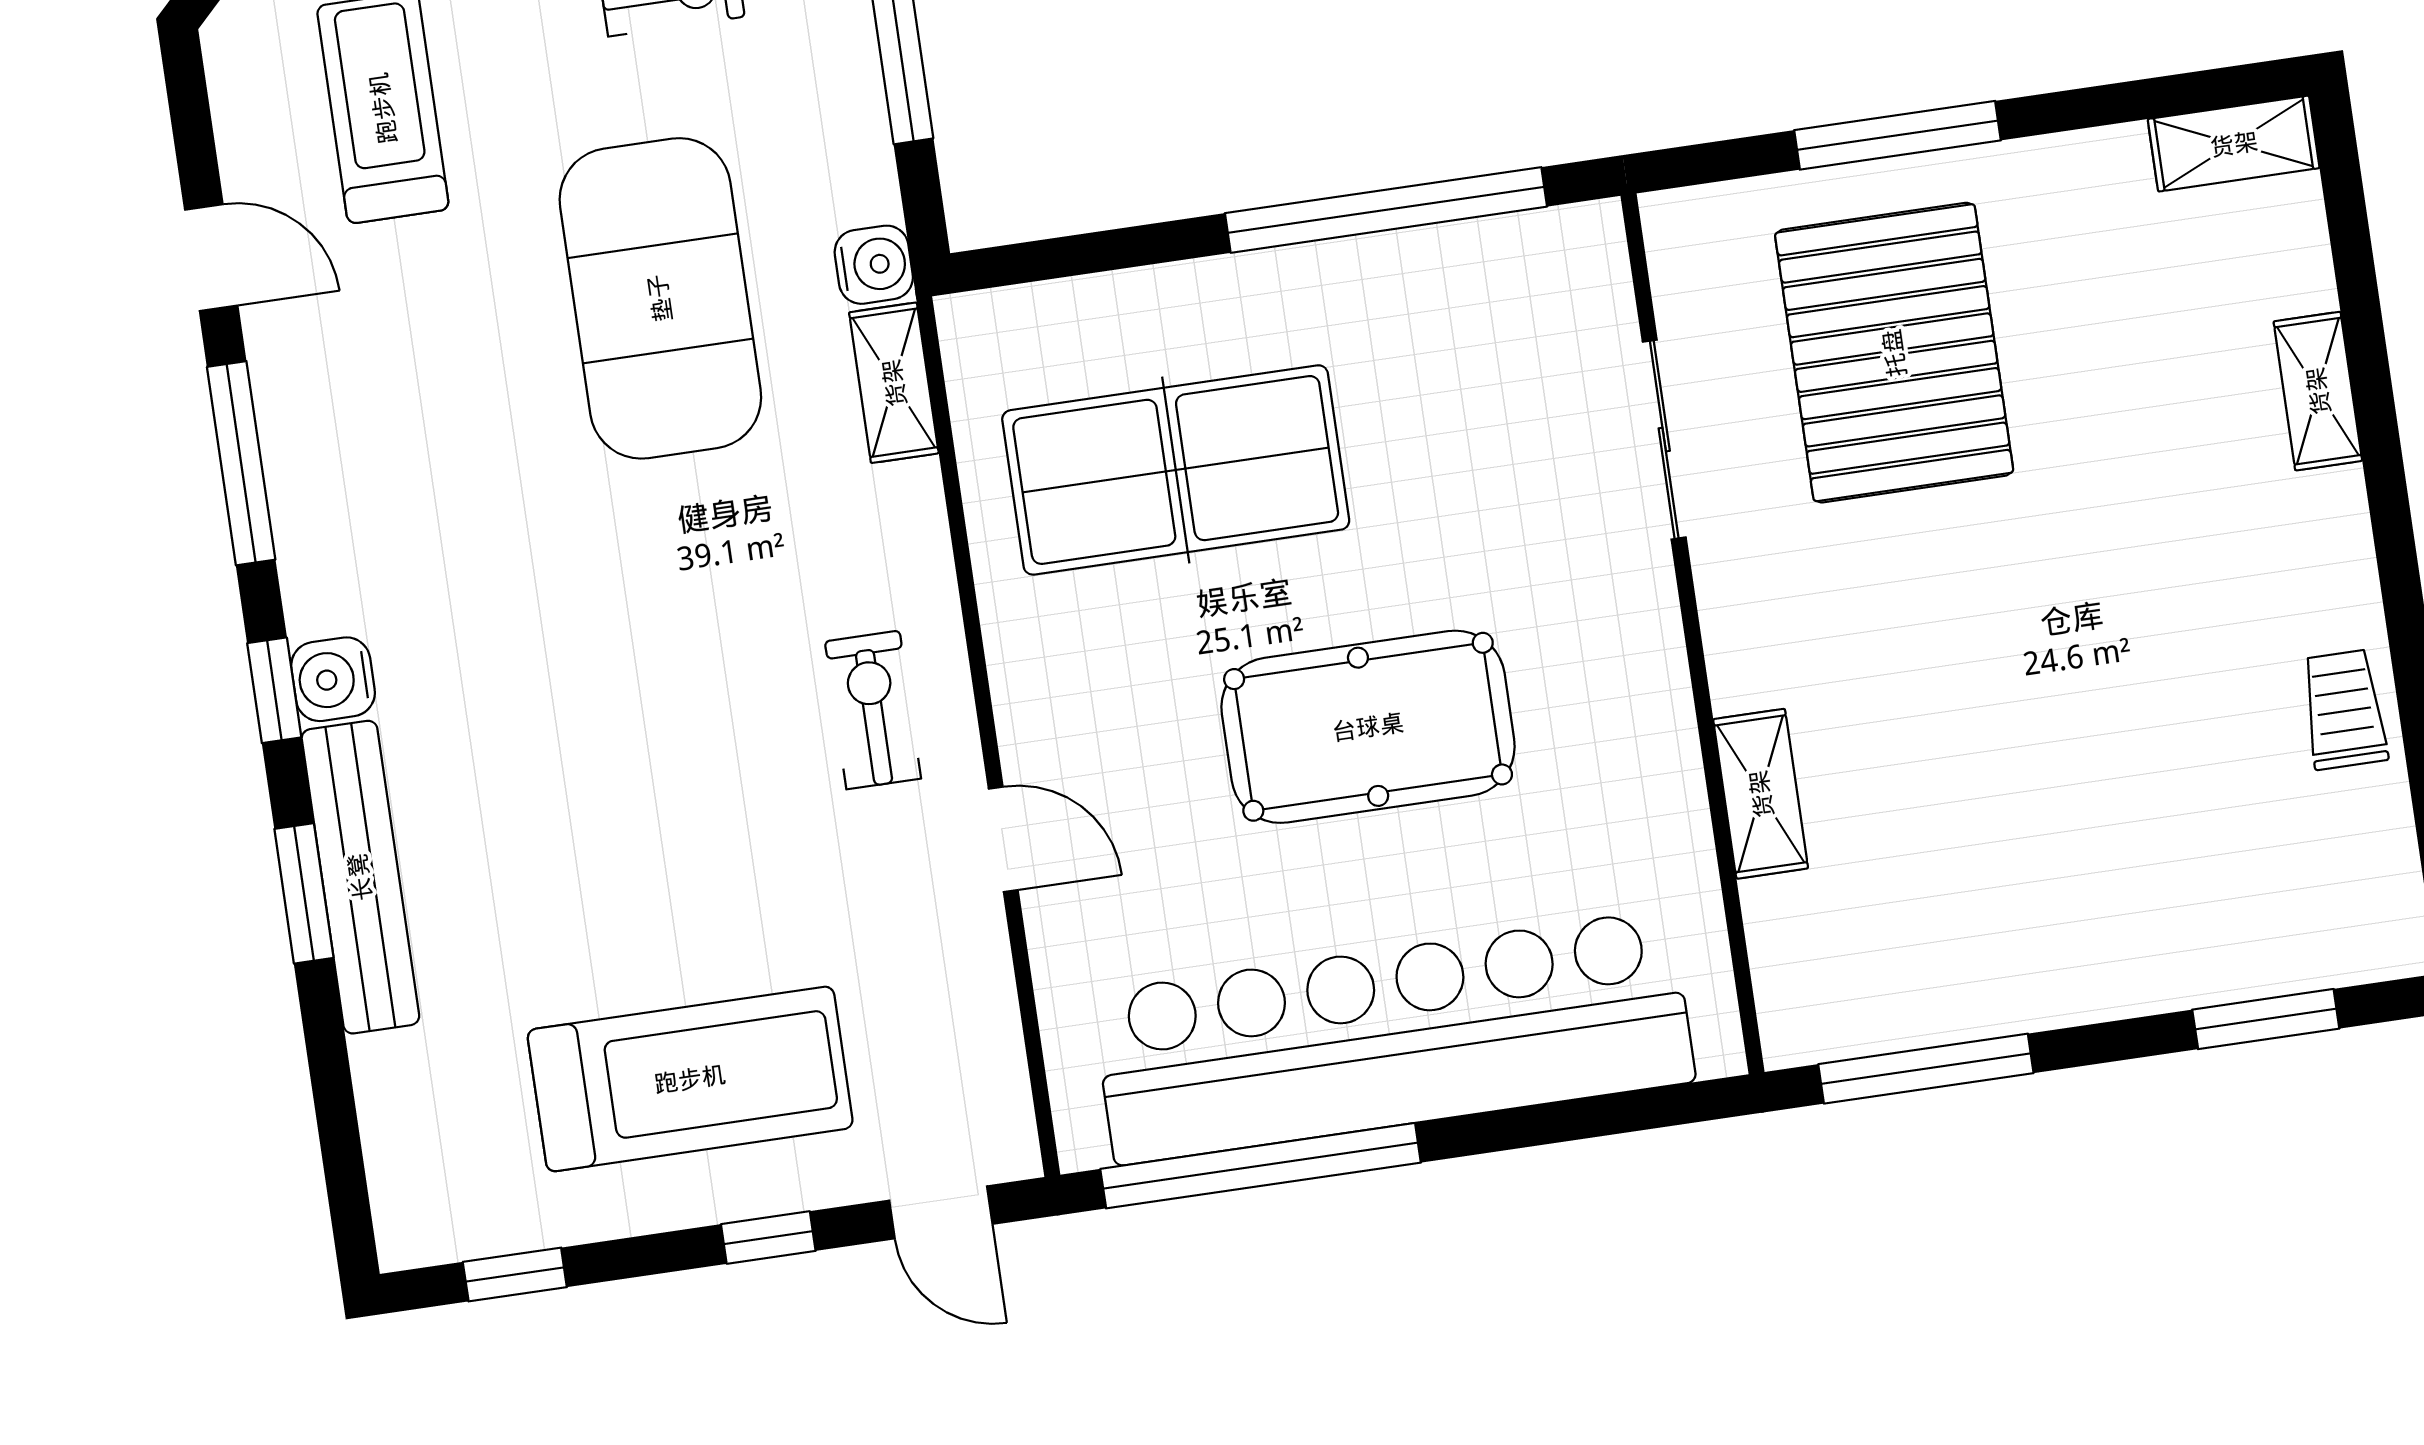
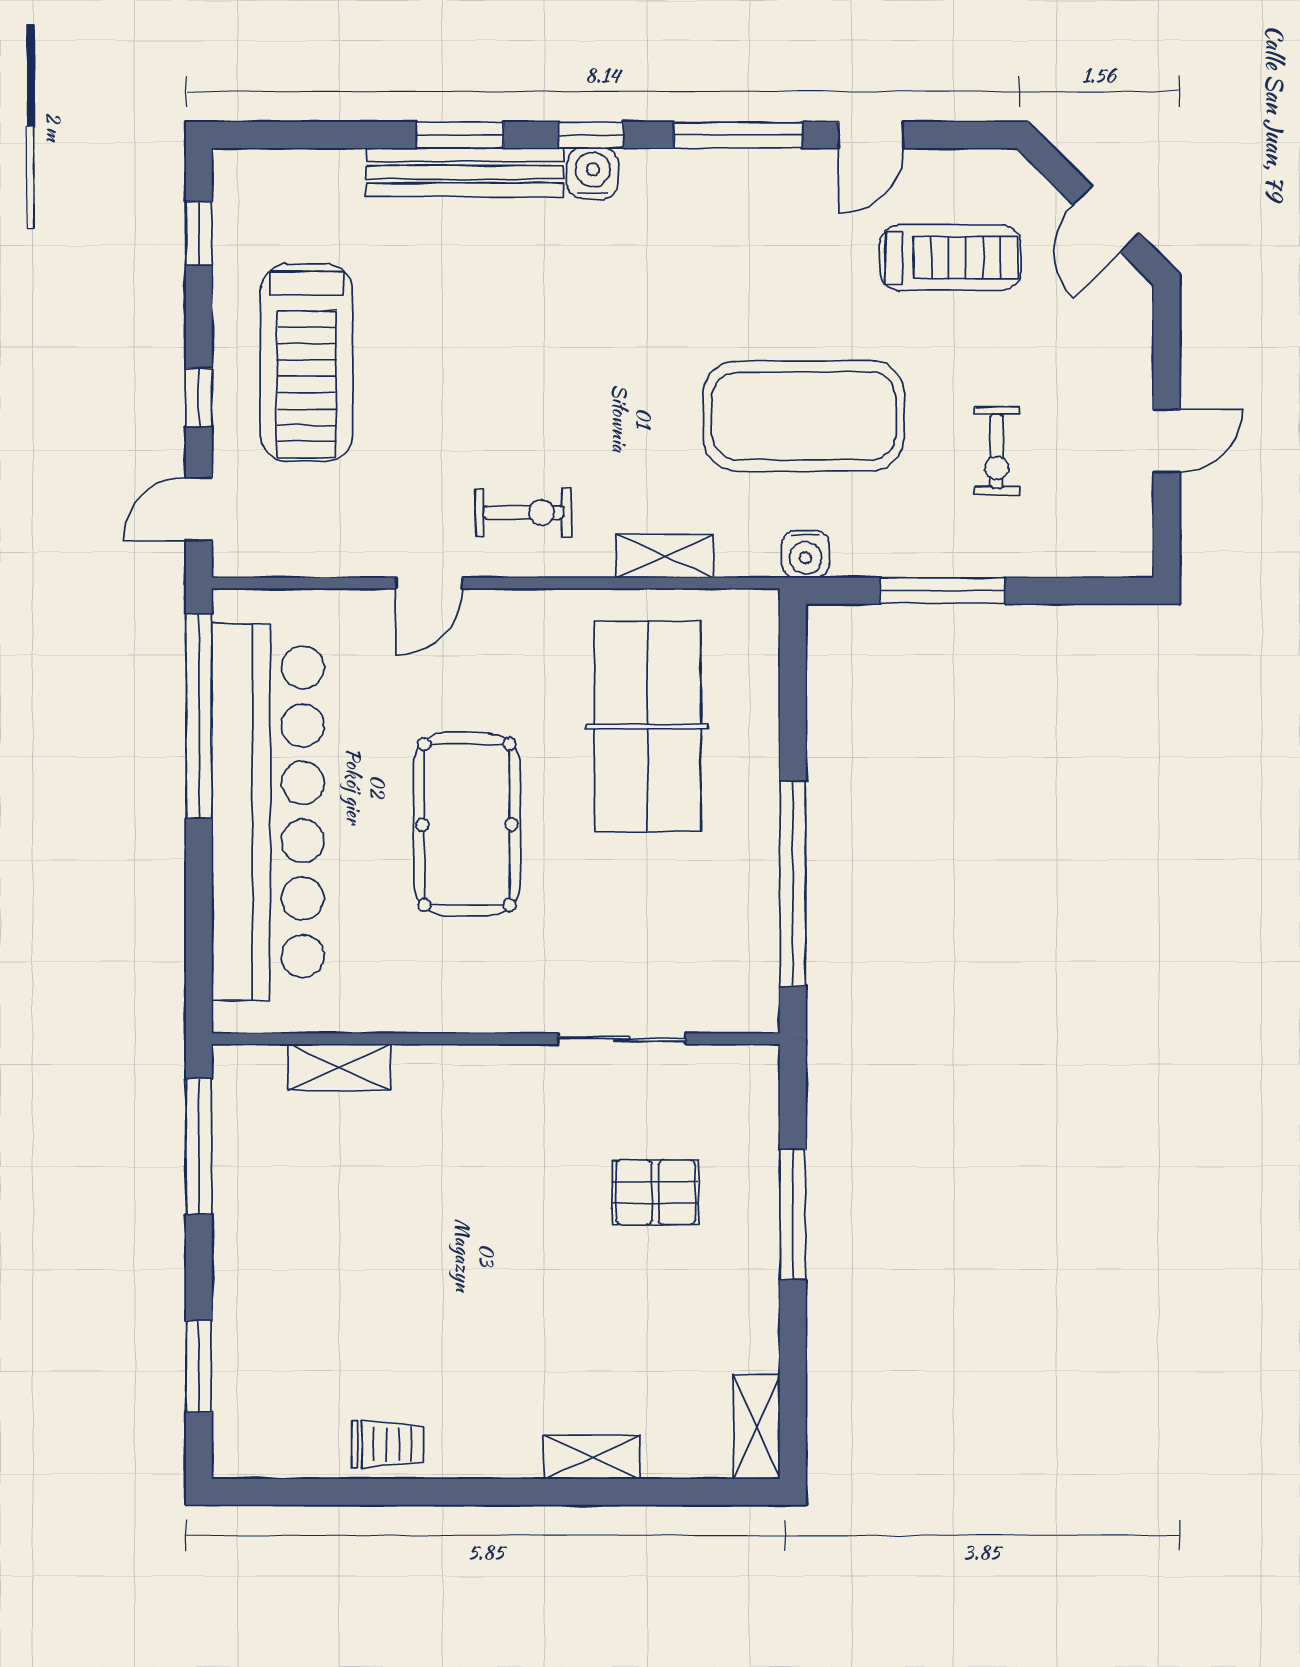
pallet: (1894, 353) -> (655, 1192), width x0.49, depth x0.50
shelving: (894, 383) -> (665, 556), moved
shelving: (1761, 794) -> (339, 1067), moved

